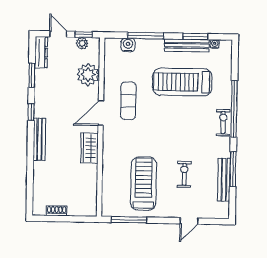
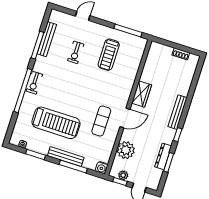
water cooler: (128, 45) -> (102, 168), moved
bench: (187, 45) -> (66, 157), moved
dresser: (41, 52) -> (163, 156), moved
treadmill: (144, 184) -> (109, 55), width x0.73, depth x0.73

